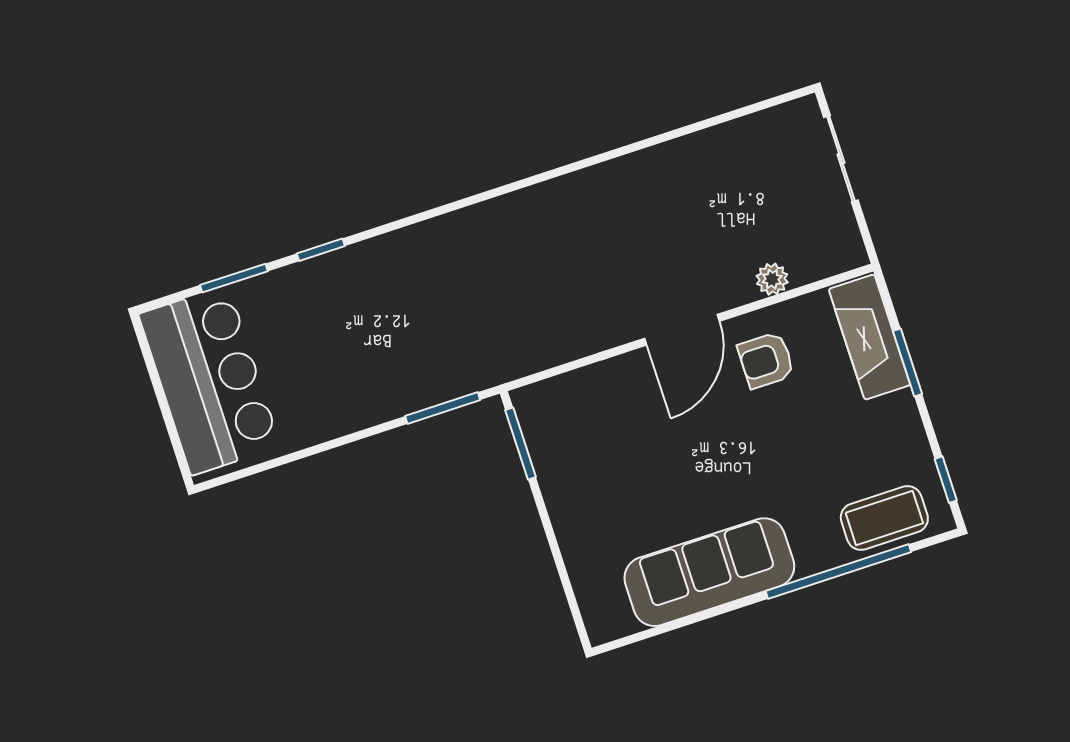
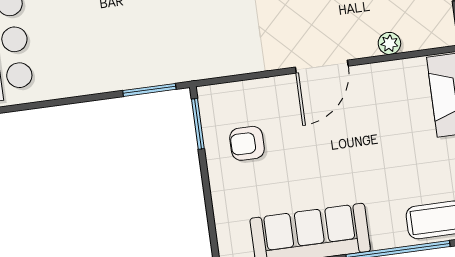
armchair: (766, 360) -> (247, 143), moved

